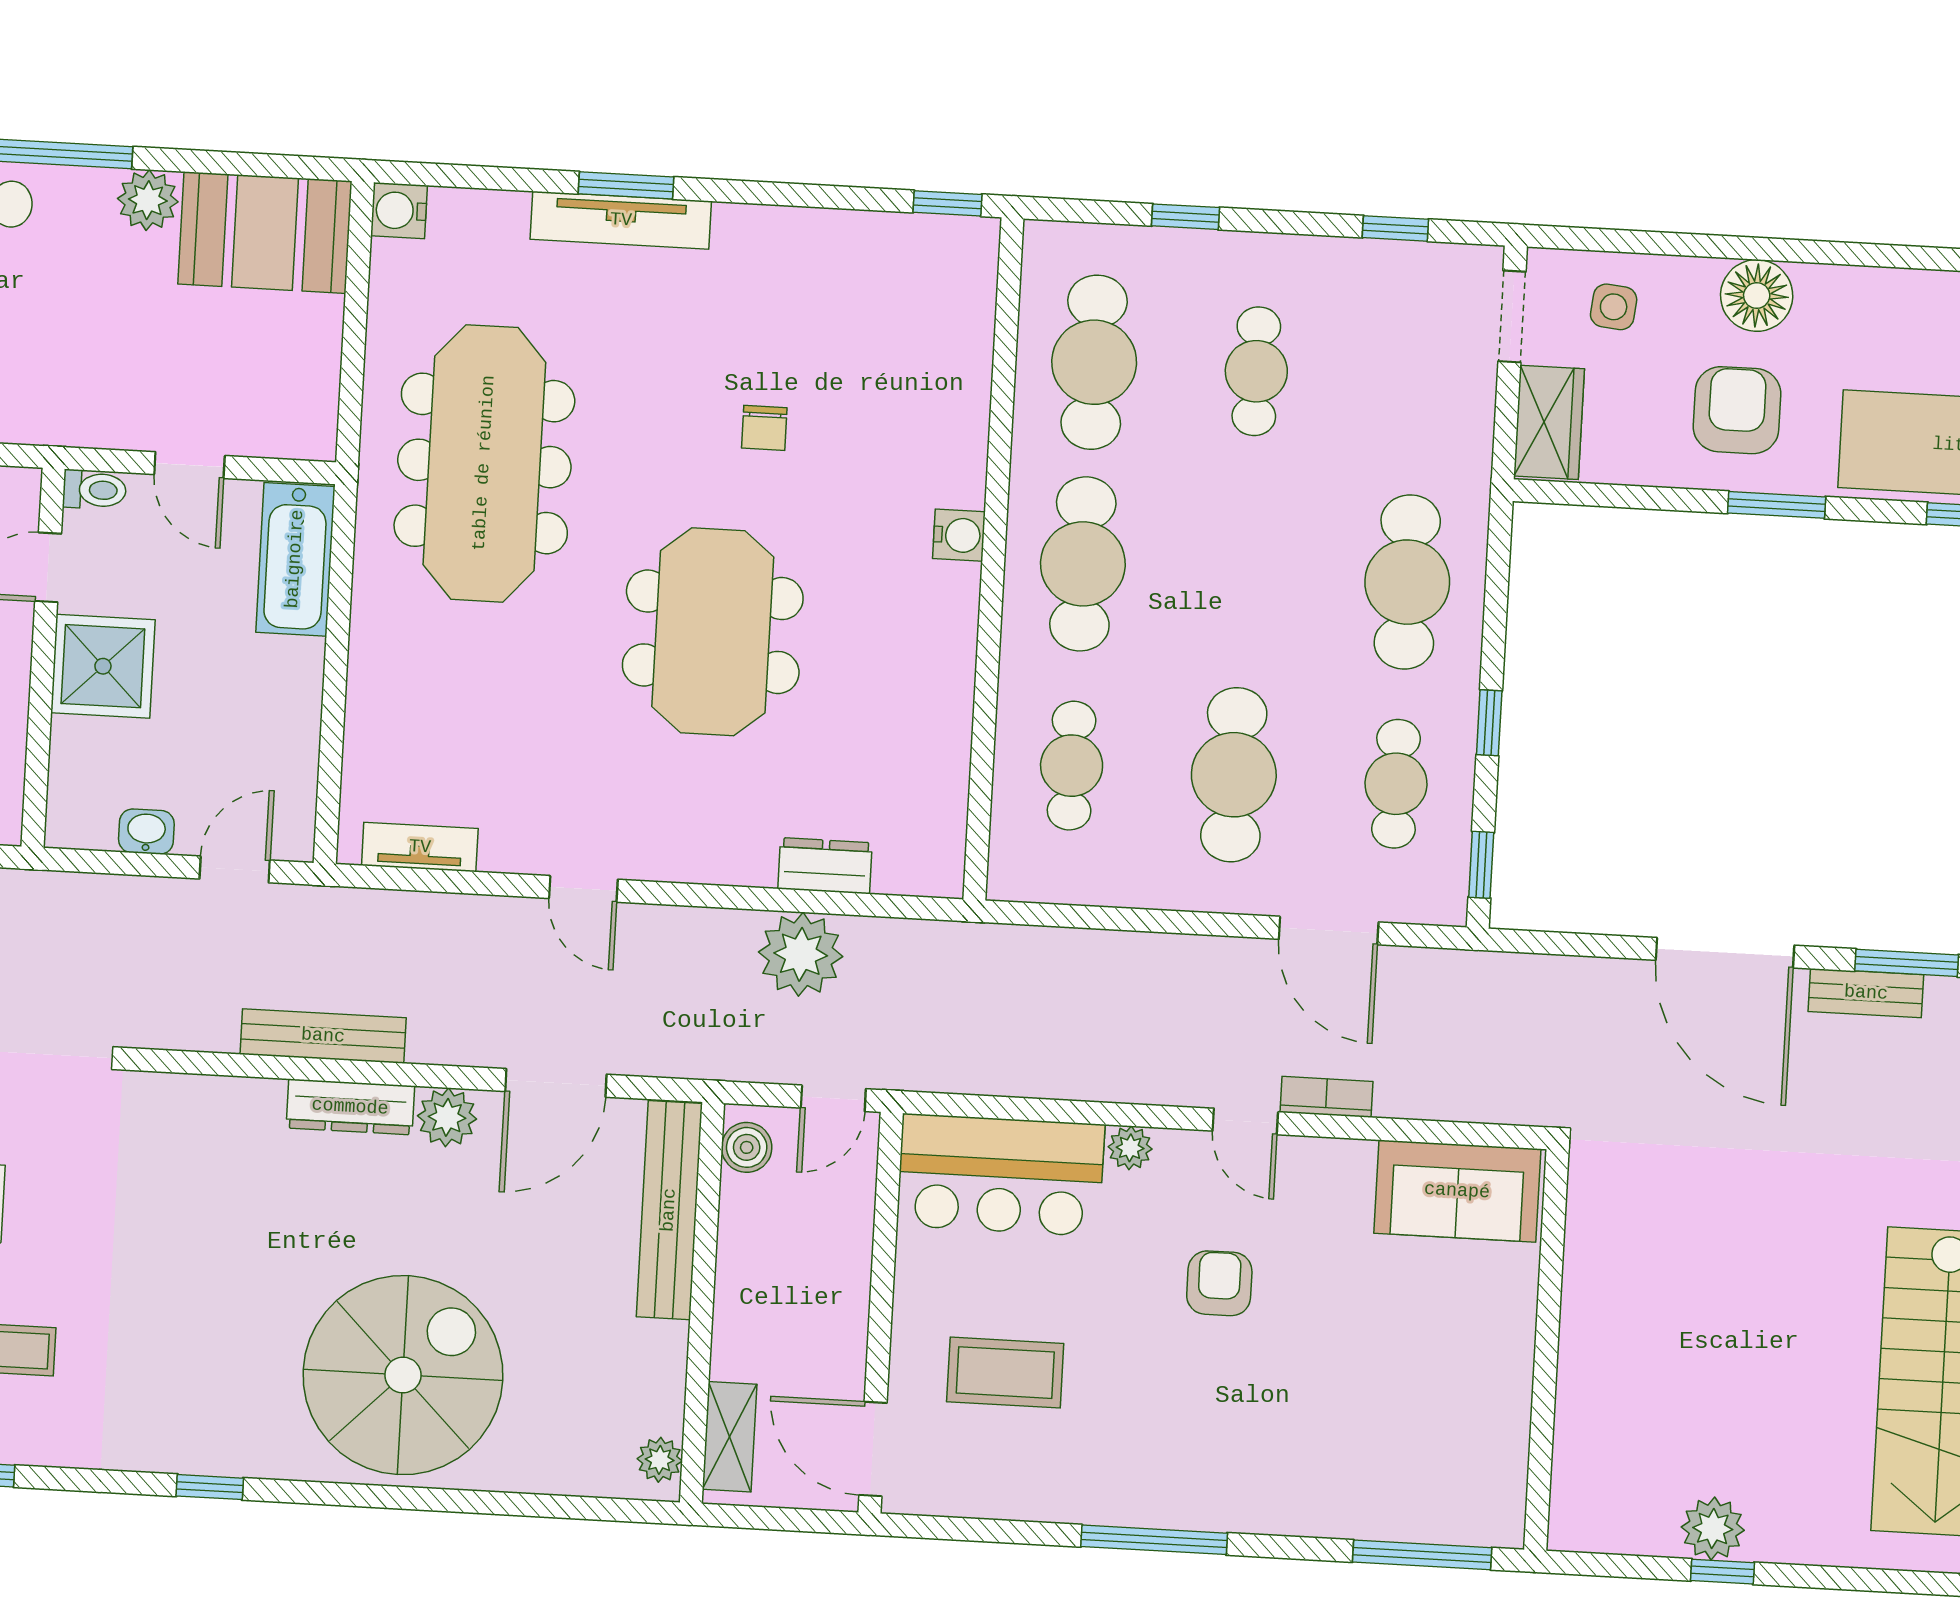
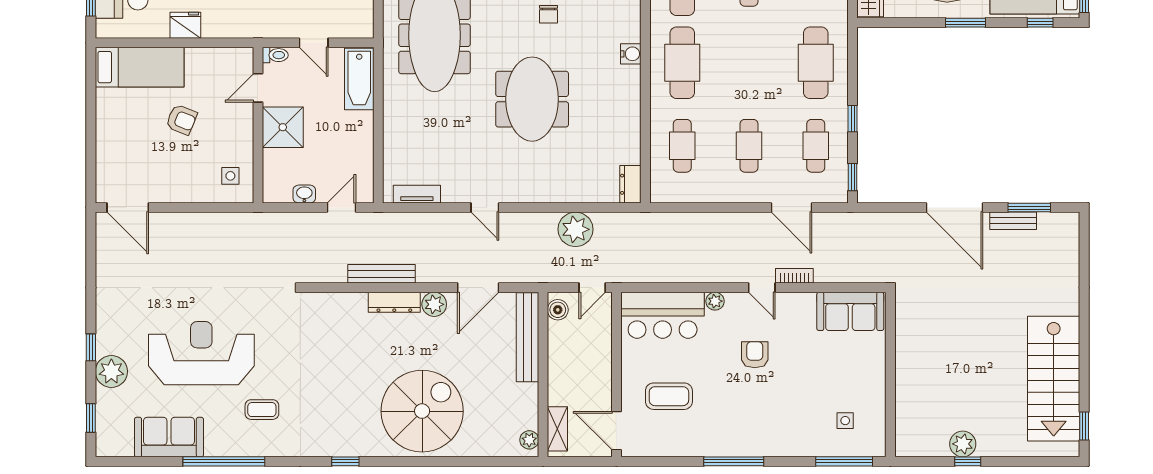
cafe table: (1234, 775) -> (749, 146), width x0.73, depth x0.74
dresser: (825, 866) -> (630, 184), moved, turned -90
side table: (1430, 1456) -> (845, 421), added

